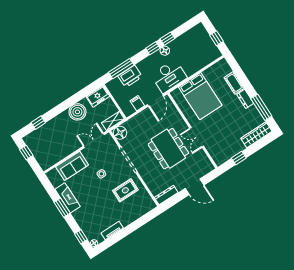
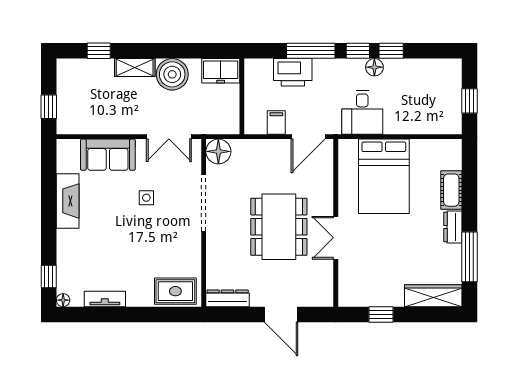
window: (121, 69) -> (311, 51), moved
desk: (169, 76) -> (362, 112), width x0.73
shelving: (113, 121) -> (135, 68), moved
double door: (94, 140) -> (169, 137), swing flipped
window: (26, 152) -> (49, 107), moved
rug: (125, 190) -> (175, 291), moved
window: (62, 208) -> (49, 211), removed

